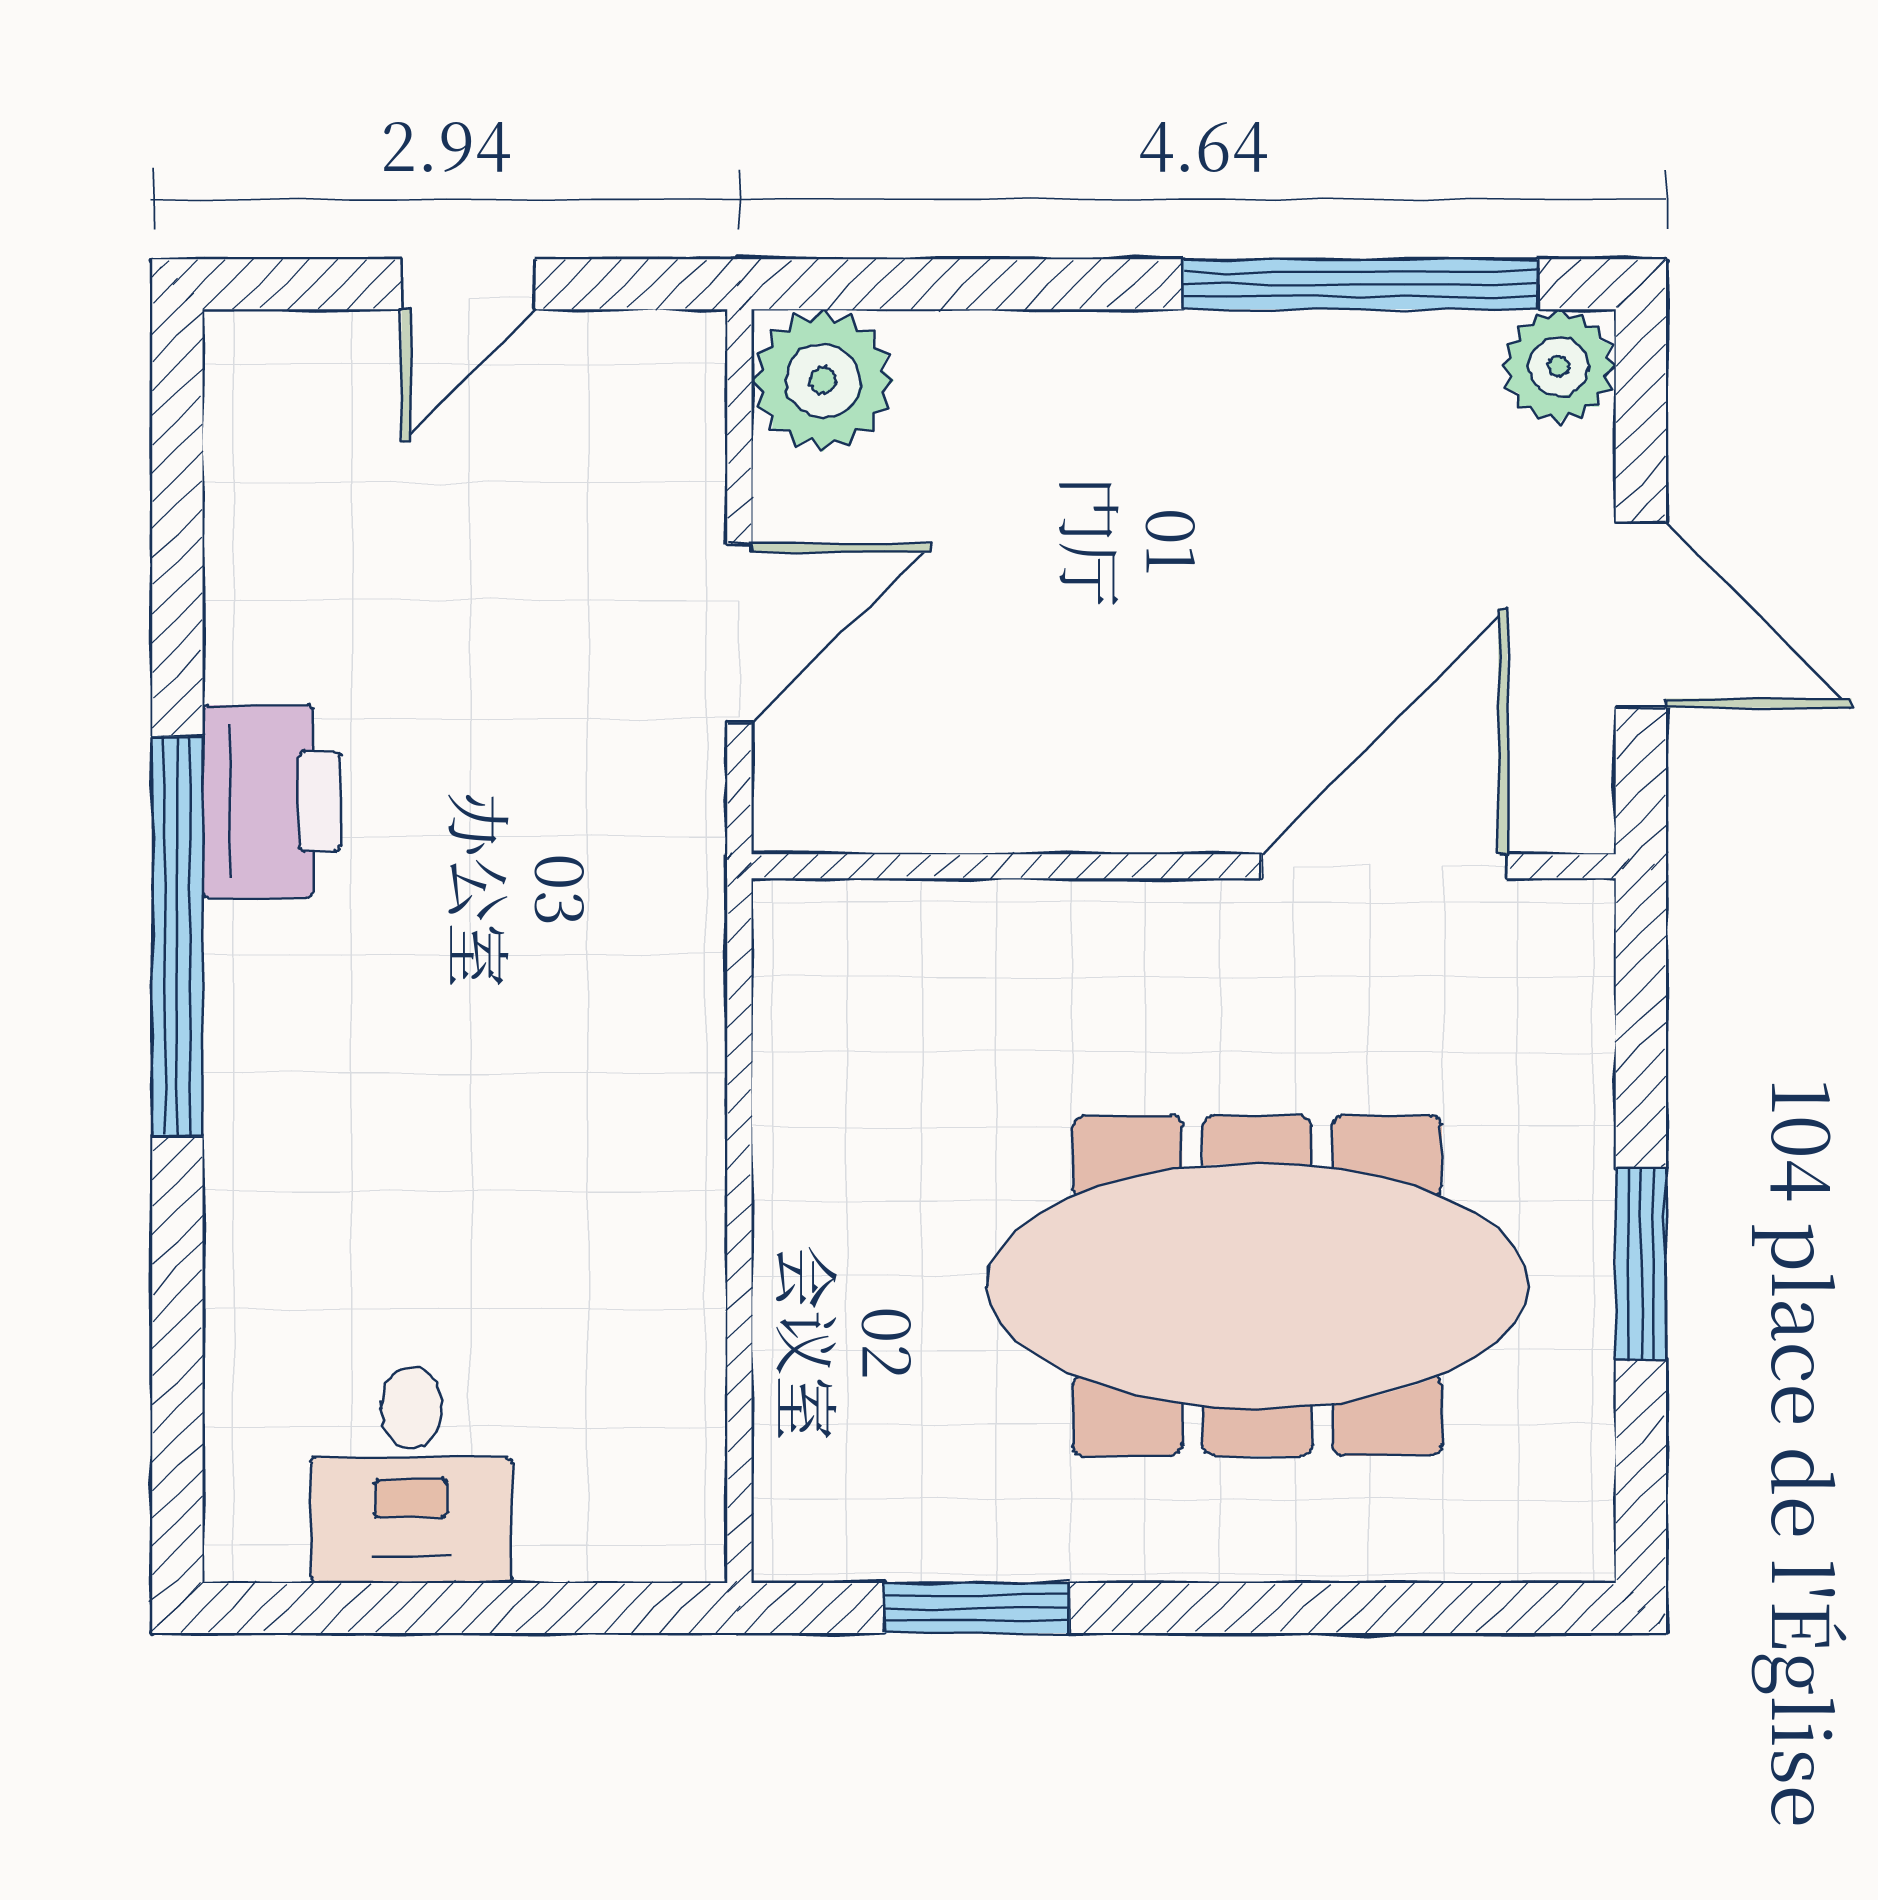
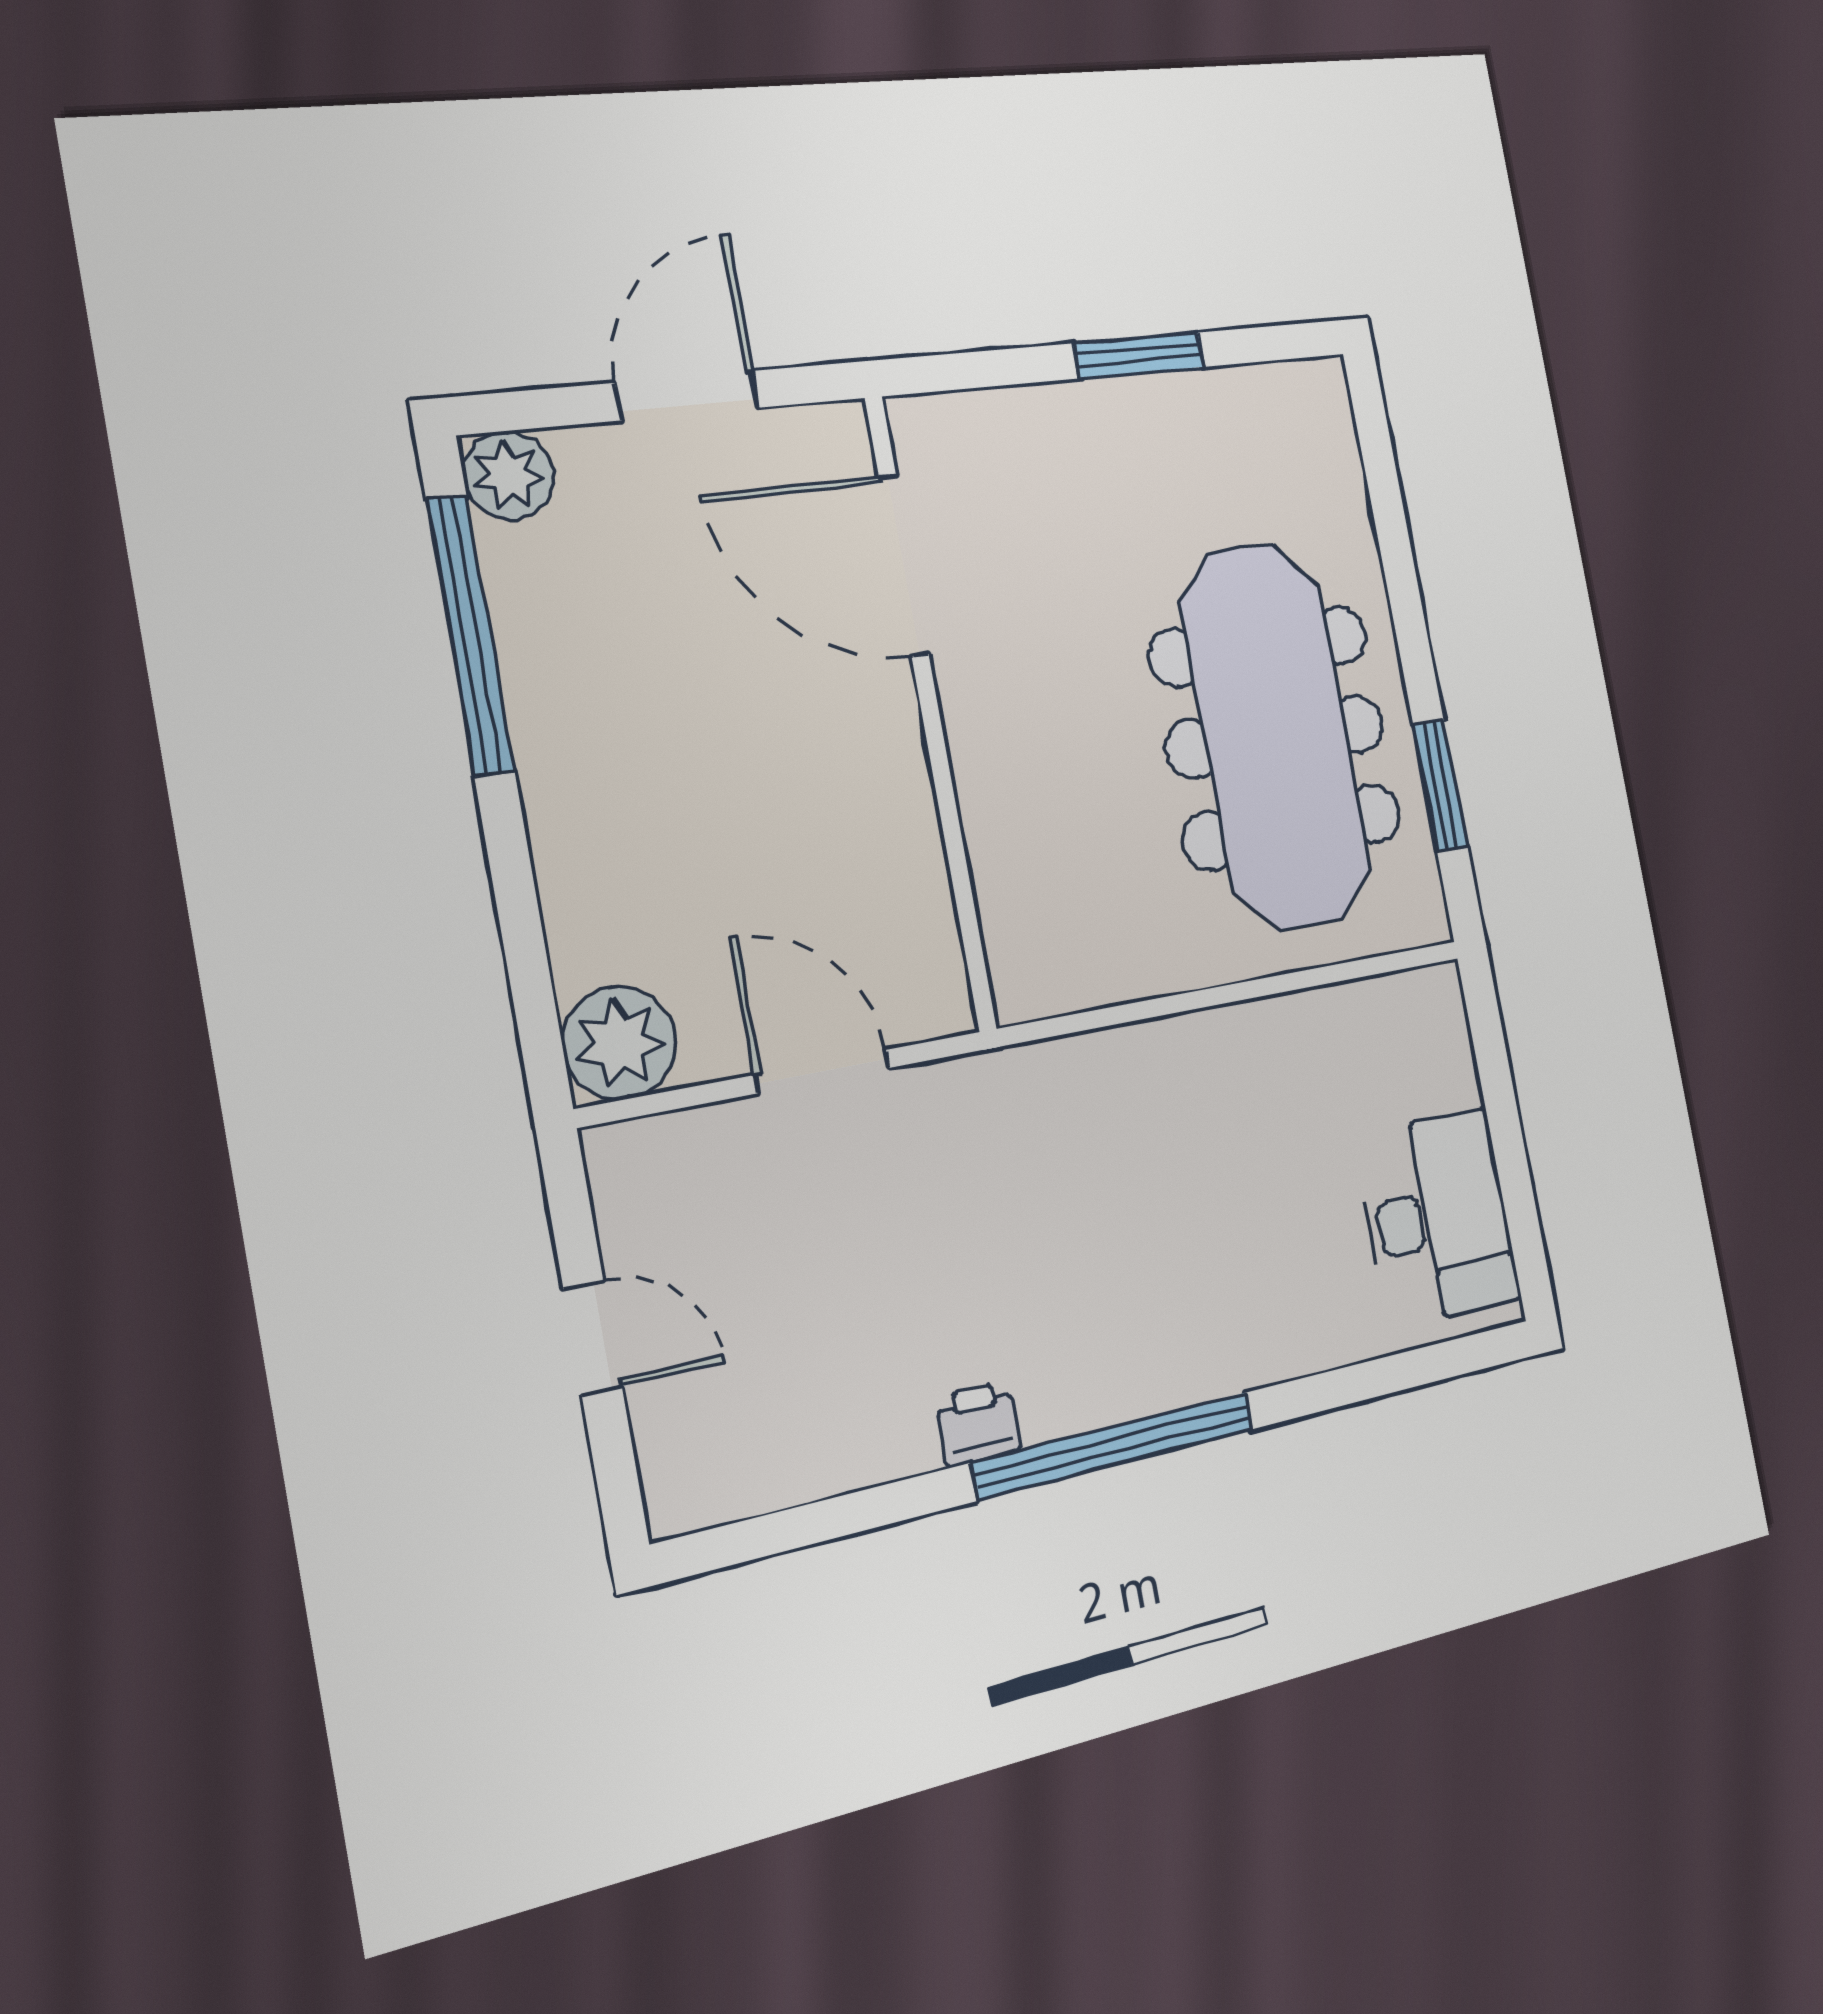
printer: (271, 801) -> (978, 1424), width x0.53, depth x0.68
meeting table: (1258, 1285) -> (1276, 737), moved
desk: (411, 1475) -> (1438, 1218), width x1.37

